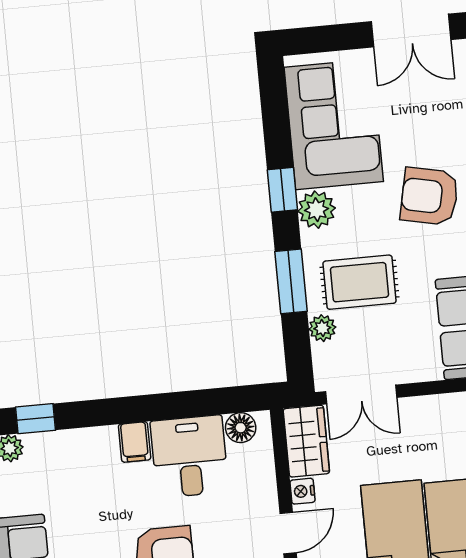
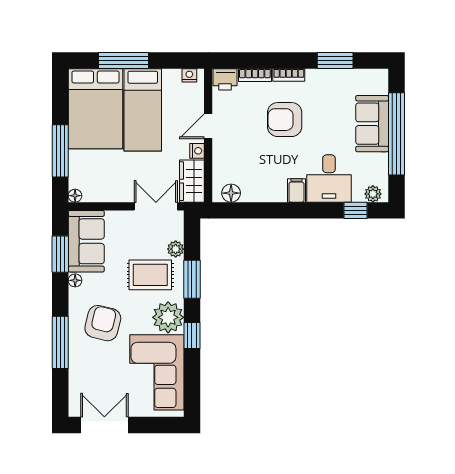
armchair: (429, 196) -> (103, 323), turned -88
plant: (316, 210) -> (168, 317), width x1.36, depth x1.36
desk: (189, 456) -> (329, 178), moved

